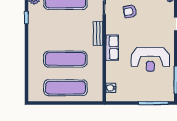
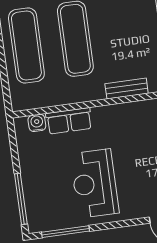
row of seats: (112, 48) -> (69, 121), moved

